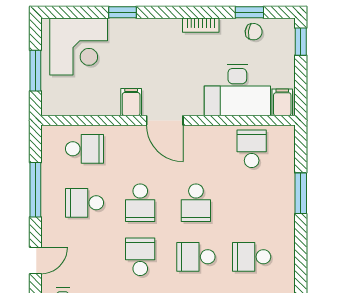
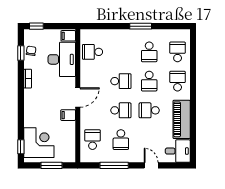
window: (122, 12) -> (21, 147), moved
window: (301, 193) -> (141, 26), moved

